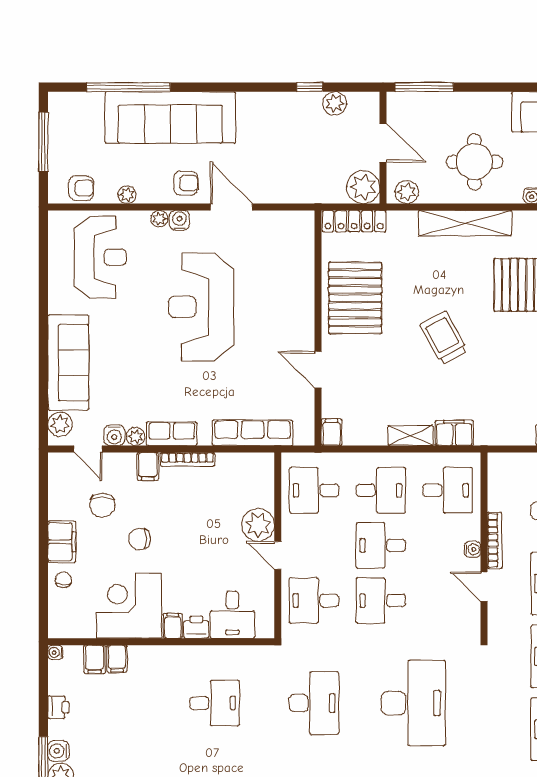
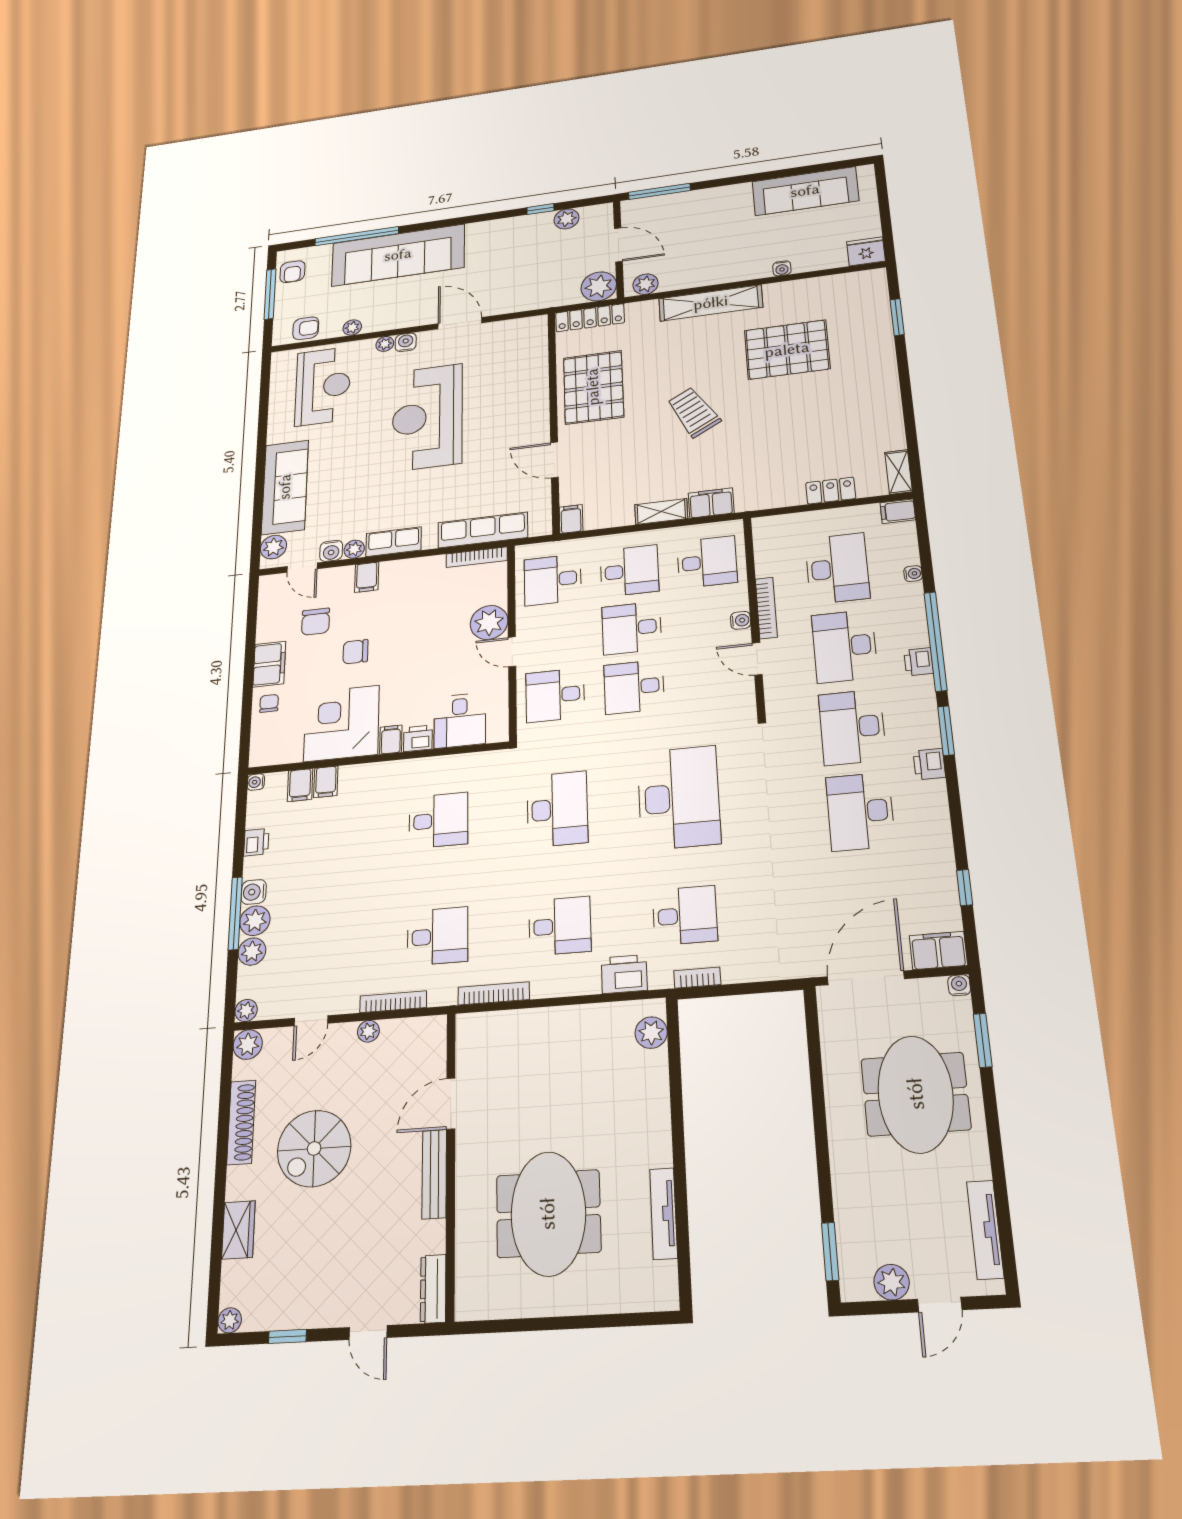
round table: (474, 162) -> (717, 247), removed
armchair: (186, 183) -> (292, 272), moved, turned 90
bookcase: (187, 459) -> (477, 557), moved

